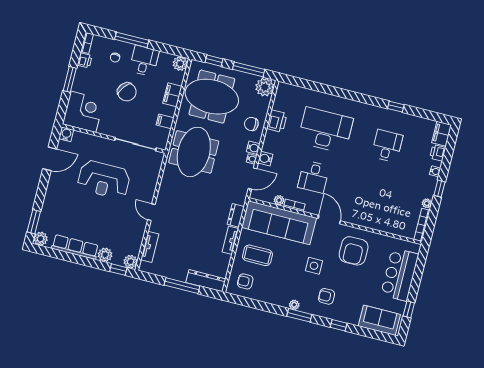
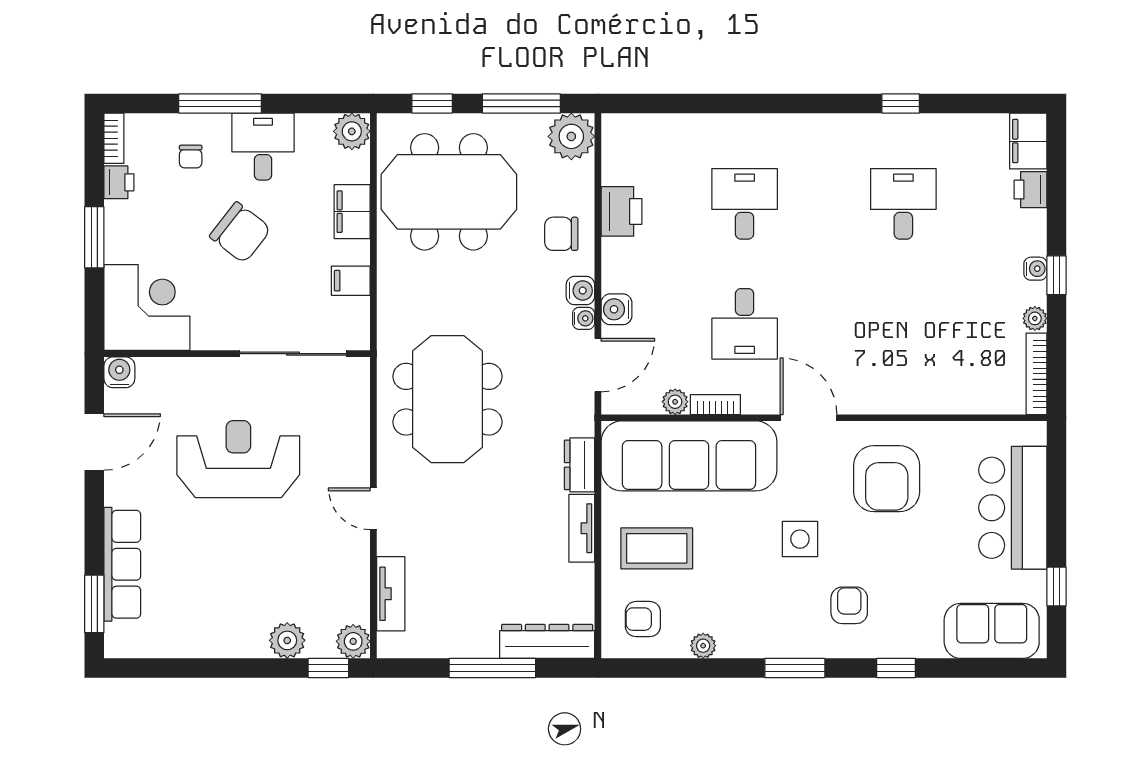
desk: (325, 130) -> (745, 204), width x0.53, depth x0.77
meeting table: (194, 152) -> (447, 399), moved
water cooler: (435, 171) -> (1035, 269), moved
reception desk: (104, 180) -> (238, 459), turned 180
plant: (41, 239) -> (121, 641), removed
row of seats: (75, 247) -> (122, 564), moved, turned 90
armchair: (327, 296) -> (849, 605), turned 90
plant: (294, 305) -> (703, 646), moved

